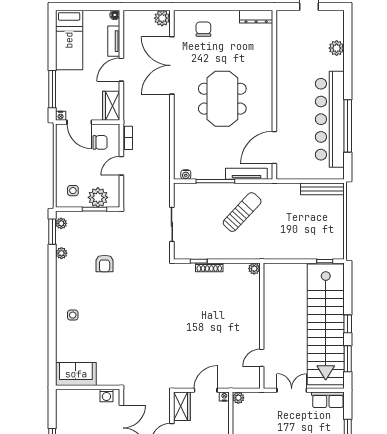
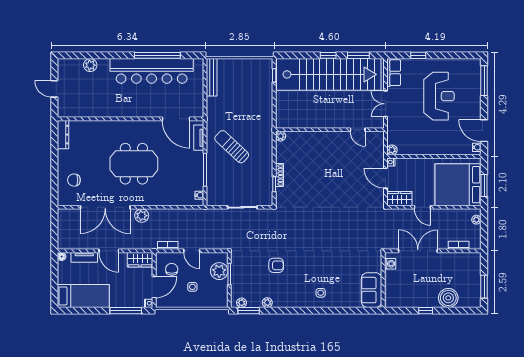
plant: (162, 18) -> (142, 216), moved
tv unit: (246, 174) -> (199, 138), width x0.71
side table: (73, 191) -> (192, 287), moved

